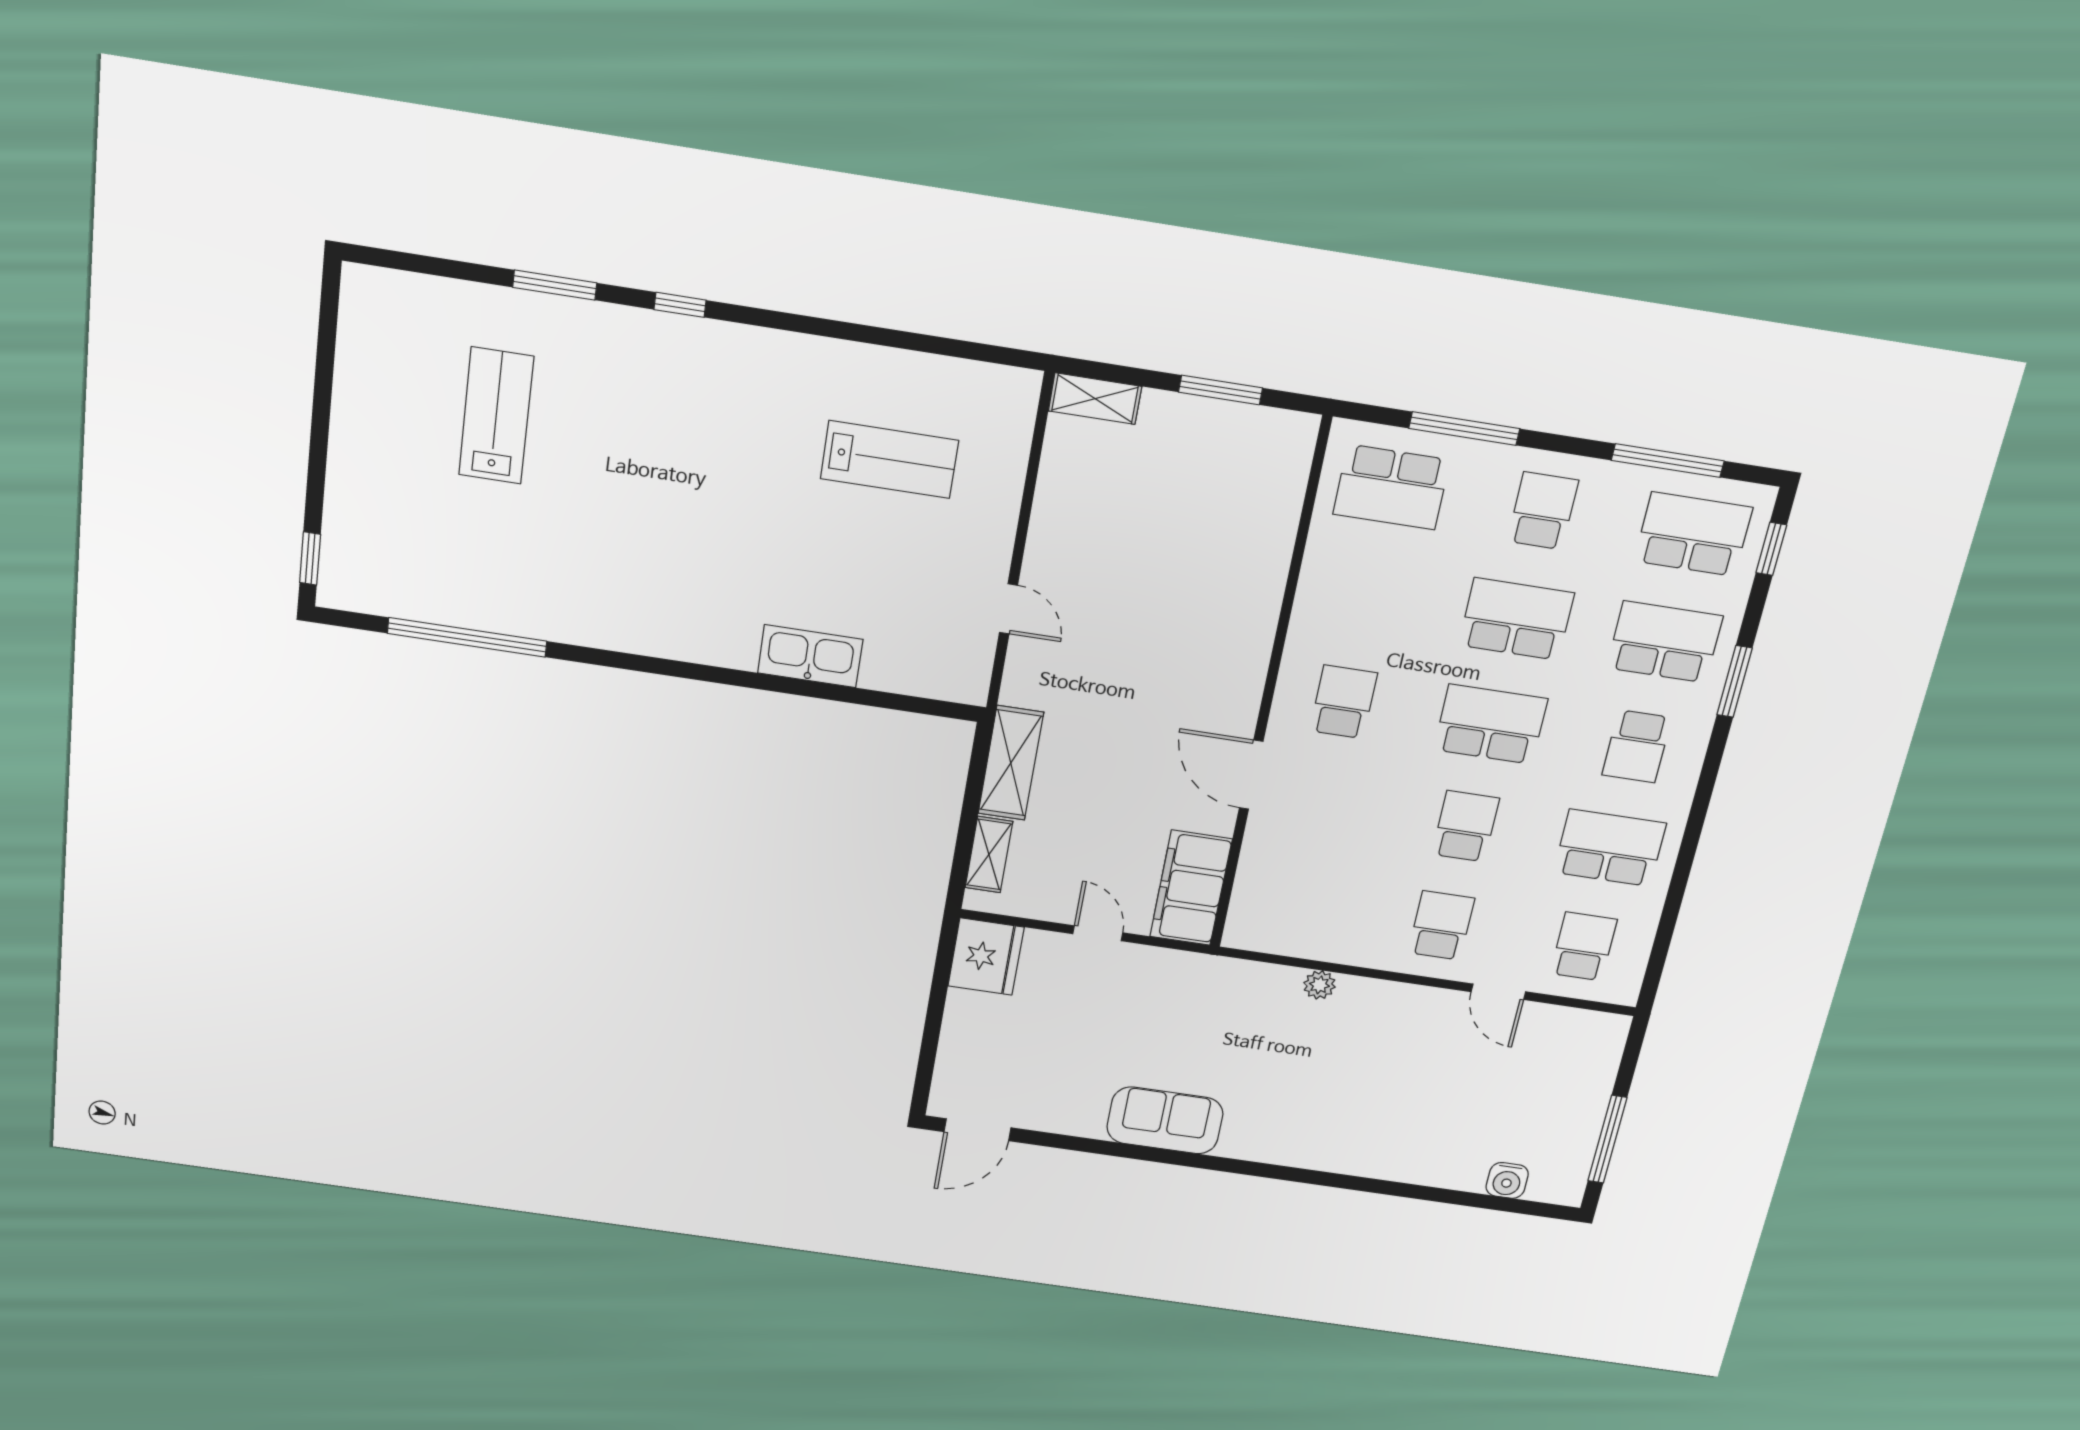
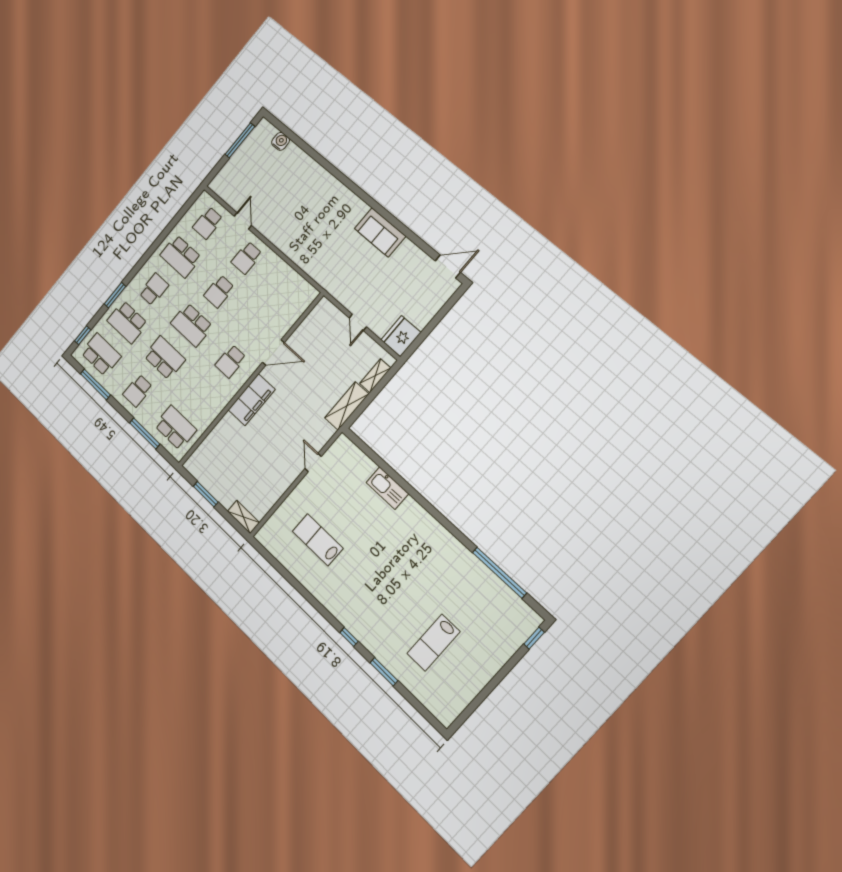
school desk: (1693, 534) -> (101, 355), turned 180
school desk: (1516, 619) -> (165, 358), turned 180
door: (1251, 775) -> (273, 353), hinge flipped
filing cabinet: (1191, 888) -> (252, 400), moved
plant: (1319, 985) -> (297, 258), removed

